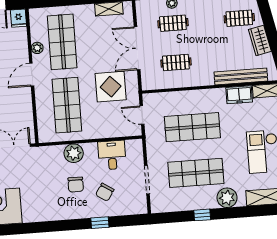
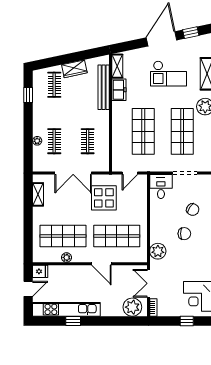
door: (32, 75) -> (101, 264), moved
plant: (74, 153) -> (158, 251), moved
desk: (112, 155) -> (161, 187), moved, turned 90

